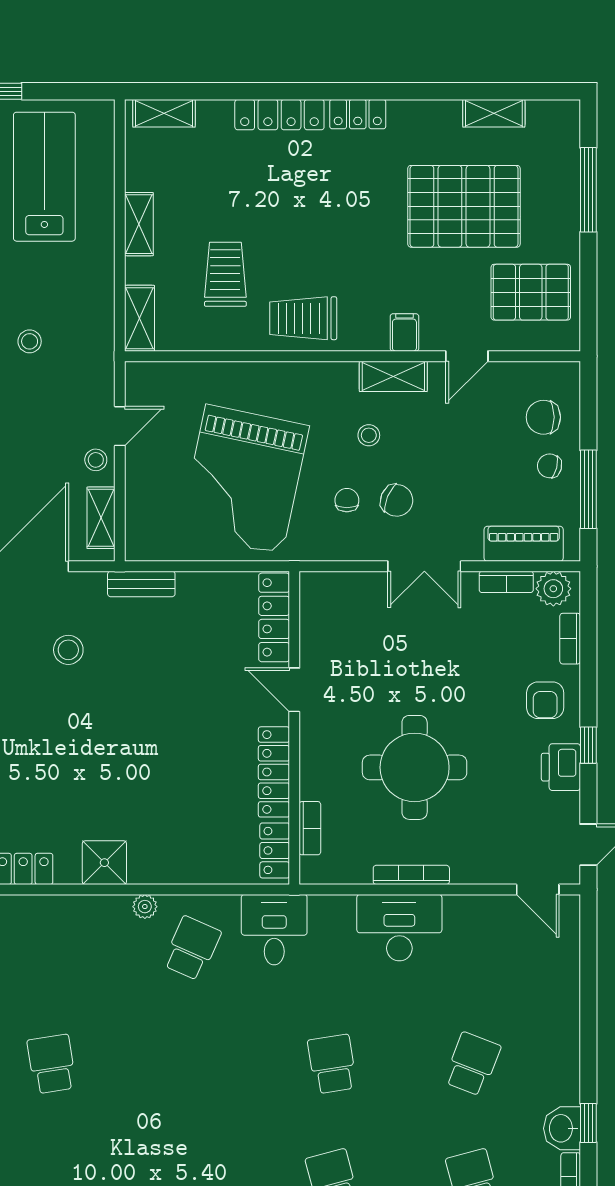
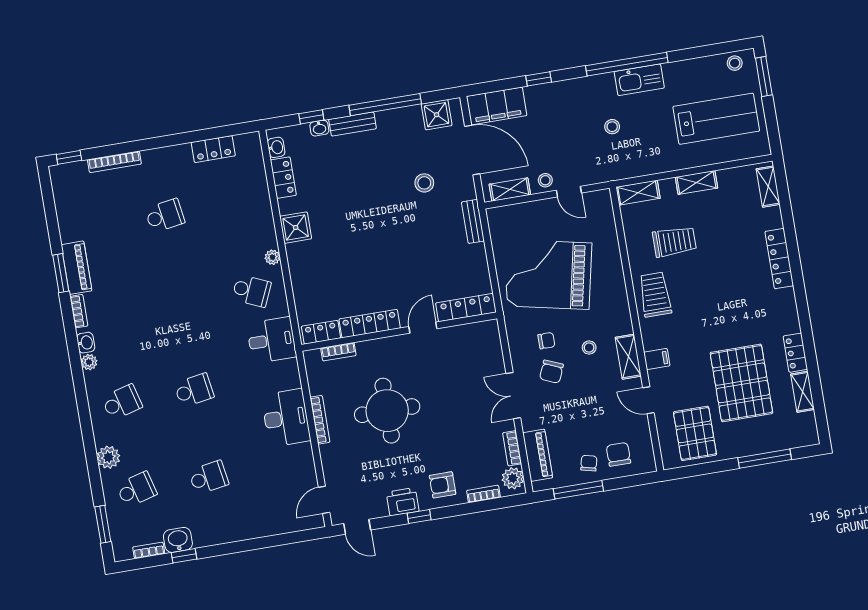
locker: (358, 114) -> (795, 353), moved
school desk: (472, 1064) -> (209, 477), turned -30

